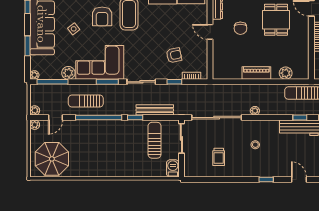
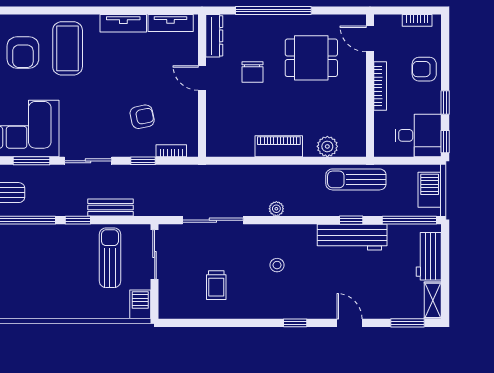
dining table: (276, 20) -> (311, 58), turned 90
bench: (155, 110) -> (110, 207), width x0.73
sliding door: (217, 118) -> (213, 220), width x0.73

